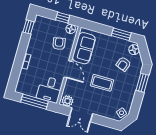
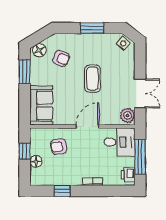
window: (28, 27) -> (62, 191), moved
floor lamp: (71, 29) -> (36, 161), moved
sofa: (84, 48) -> (41, 105), moved, turned 90
window: (142, 83) -> (92, 28), moved
printer: (24, 89) -> (128, 175), added

